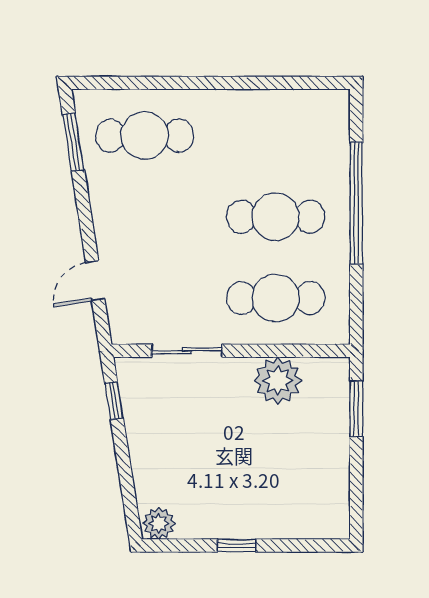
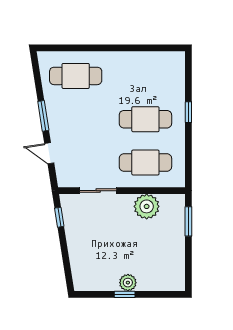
window: (73, 142) -> (43, 116), moved
window: (356, 203) -> (188, 112), width x0.32
door: (95, 281) -> (49, 153), hinge flipped
plant: (159, 523) -> (128, 283), moved

